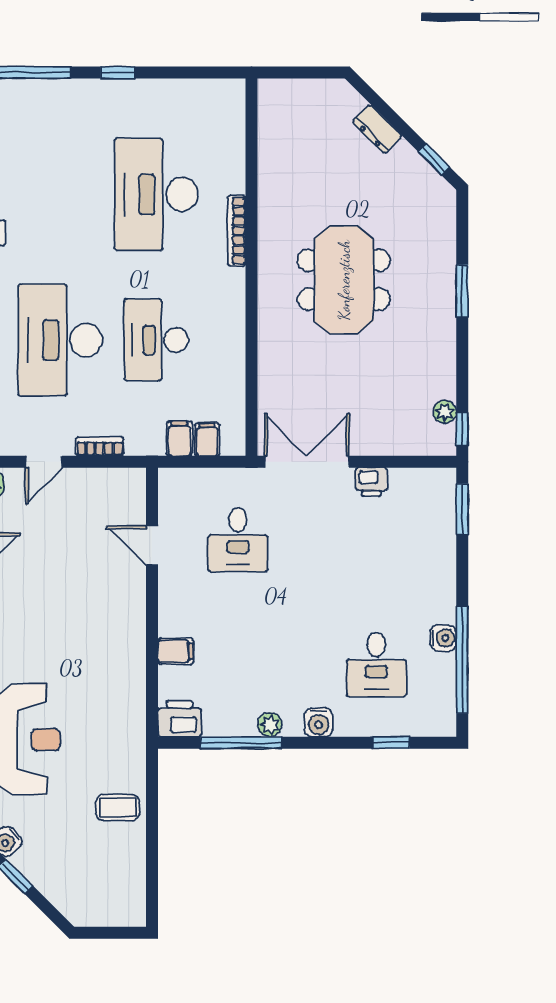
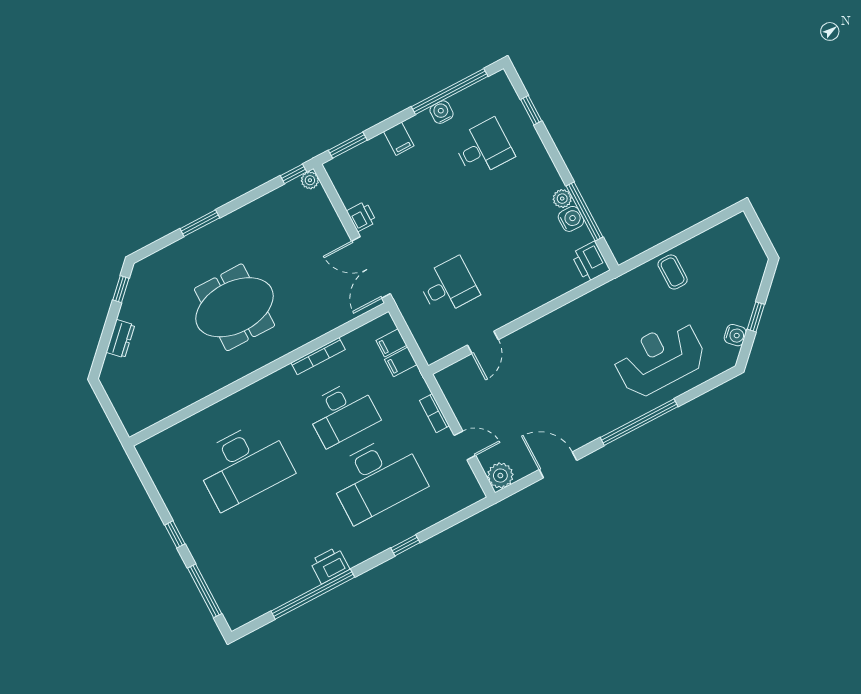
bookcase: (237, 231) -> (318, 356), moved
plant: (445, 412) -> (310, 180), moved
filing cabinet: (176, 651) -> (399, 139), moved, turned 180
water cooler: (319, 722) -> (571, 219), moved

